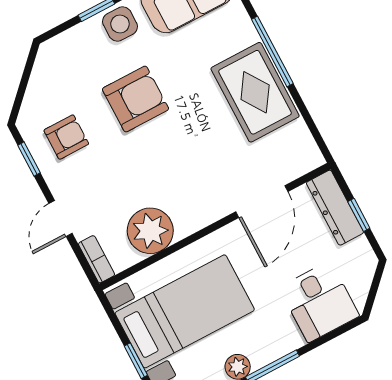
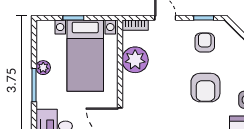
armchair: (66, 137) -> (205, 42), turned 180

